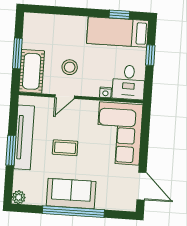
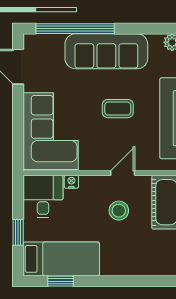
sofa: (71, 194) -> (106, 51), width x1.36
window: (73, 212) -> (75, 29), moved

